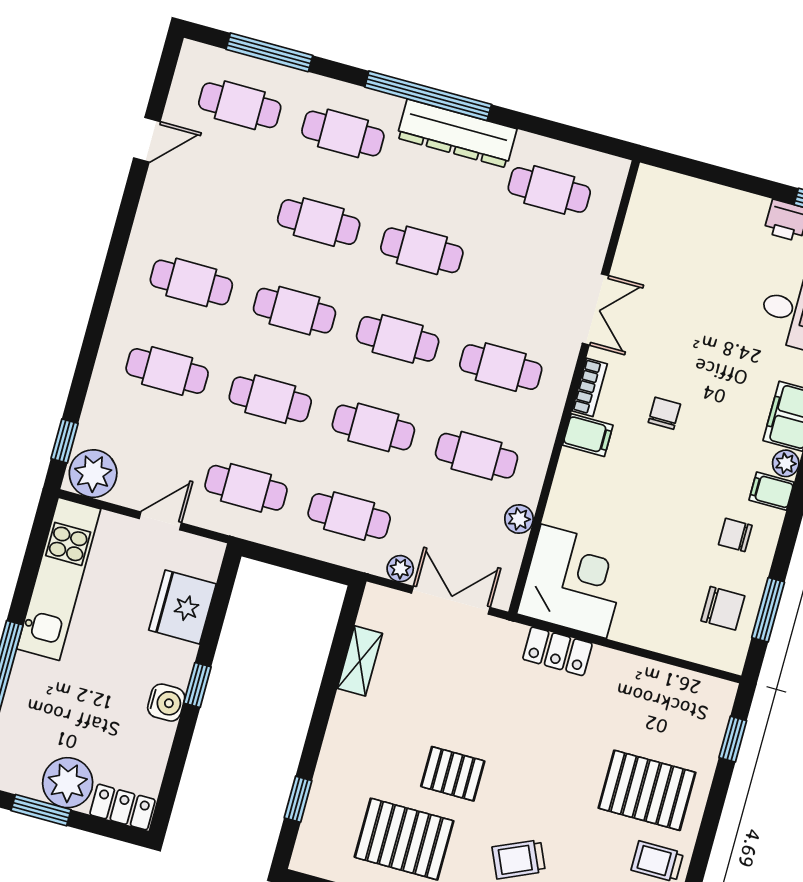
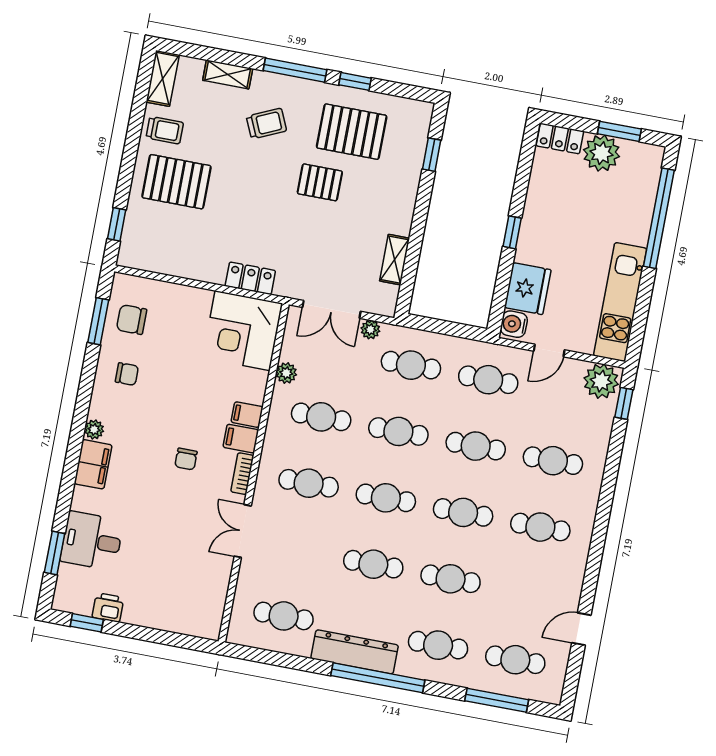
filing cabinet: (772, 491) -> (247, 415), moved, turned 180
water cooler: (166, 703) -> (514, 324), moved

